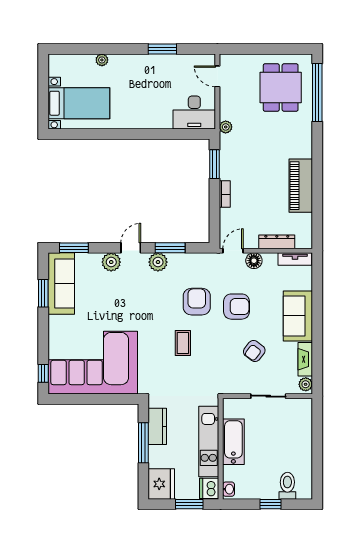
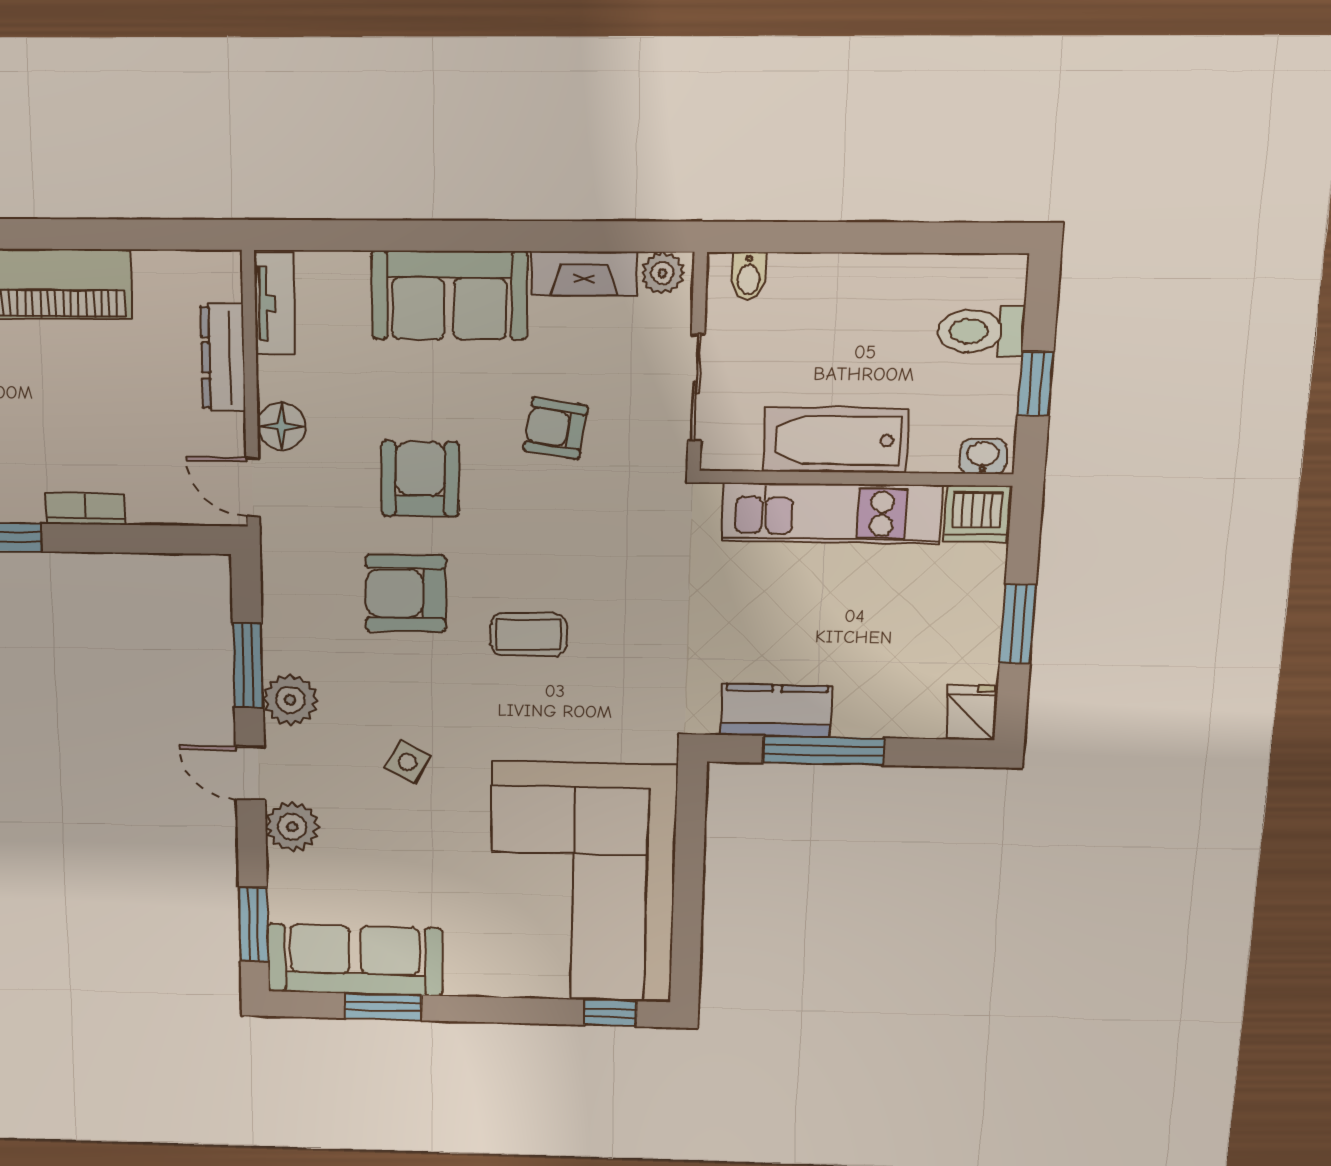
side table: (136, 302) -> (408, 762), added
armchair: (254, 351) -> (556, 428), turned 152
bidet: (305, 412) -> (749, 276), added
kitchen unit: (209, 442) -> (832, 513), moved
bathtub: (233, 442) -> (836, 440), moved
wall: (221, 449) -> (855, 478), moved
fridge: (161, 484) -> (972, 713), width x0.53, depth x0.75
dishwasher: (209, 488) -> (977, 514), moved
washbasin: (229, 489) -> (983, 456), moved

